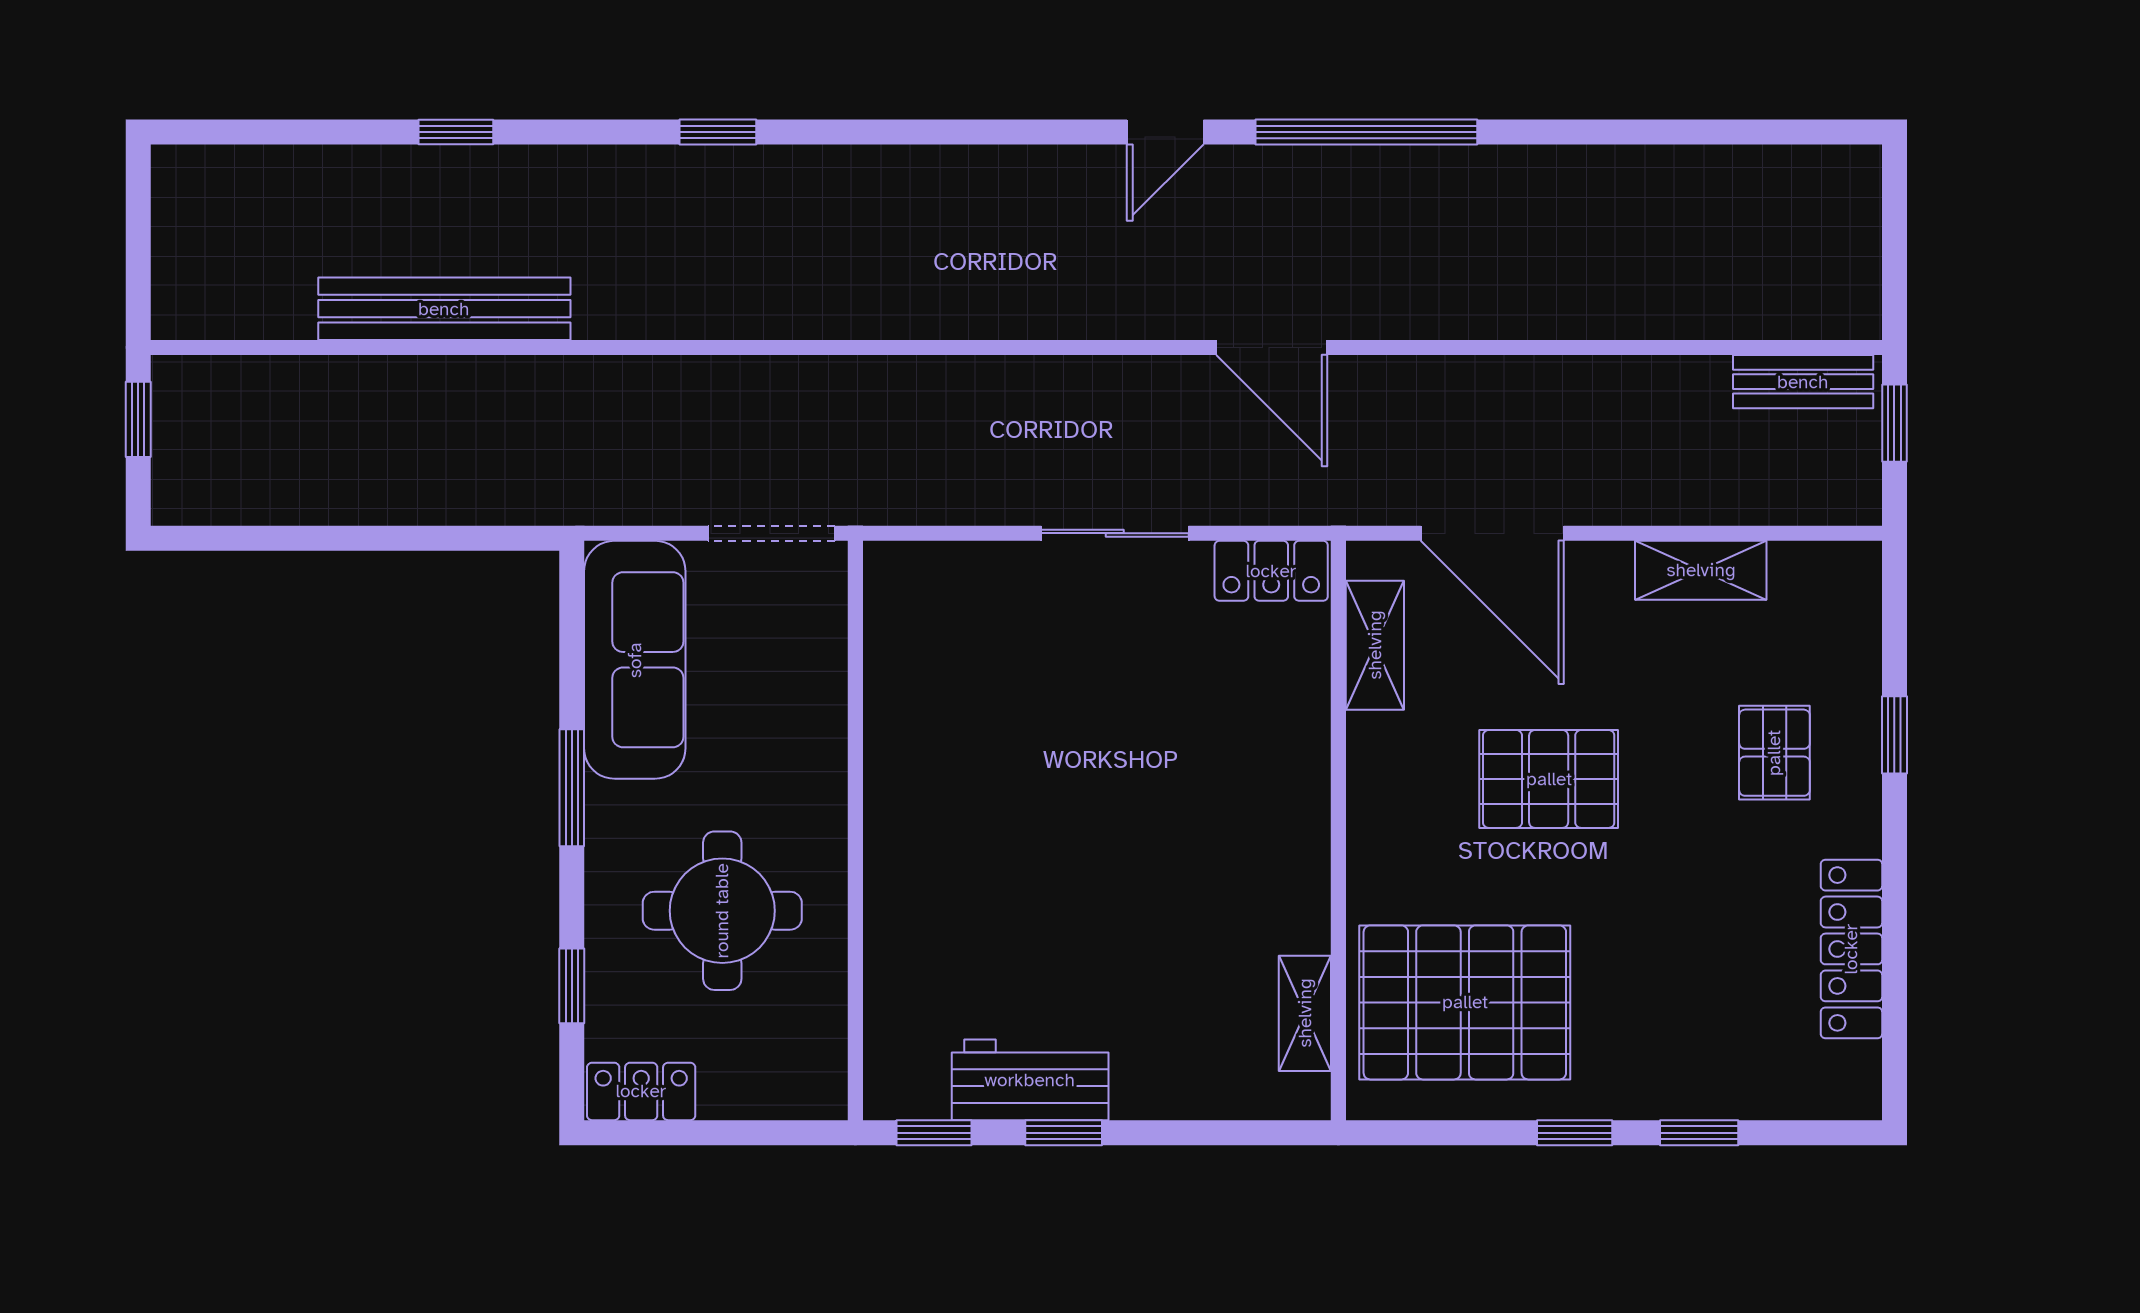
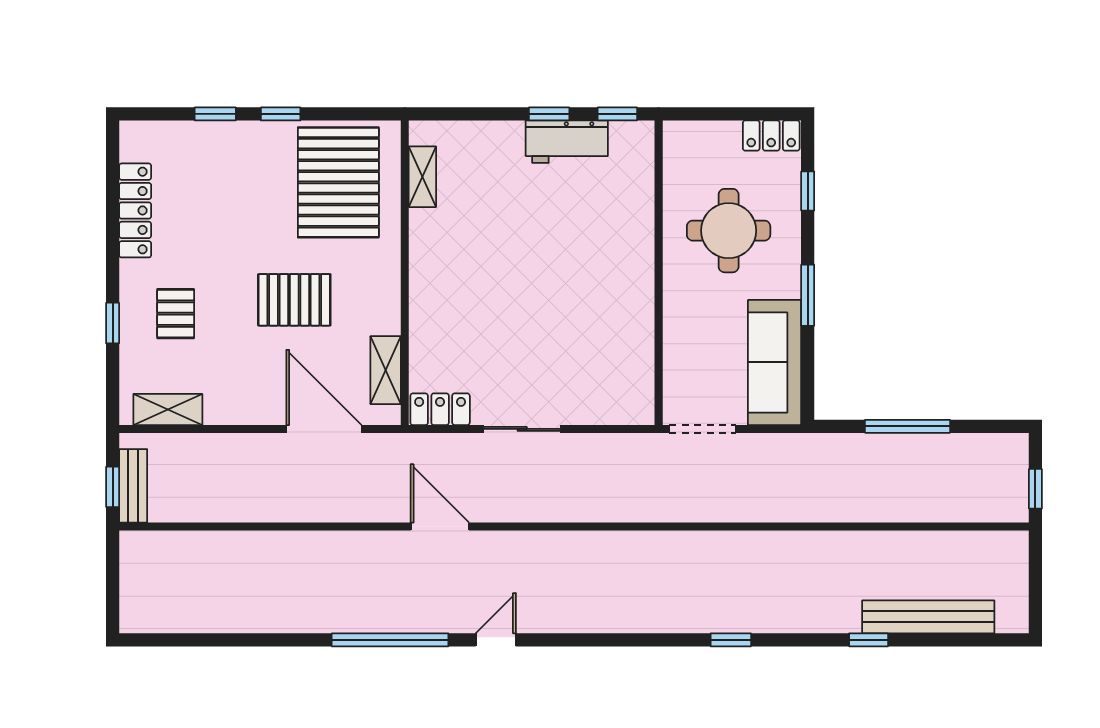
bench: (444, 309) -> (928, 617), moved
bench: (1803, 382) -> (133, 486), moved, turned 90
window: (382, 538) -> (908, 426), added
shelving: (1701, 570) -> (168, 410), moved
pallet: (1465, 1002) -> (338, 182), turned 90

